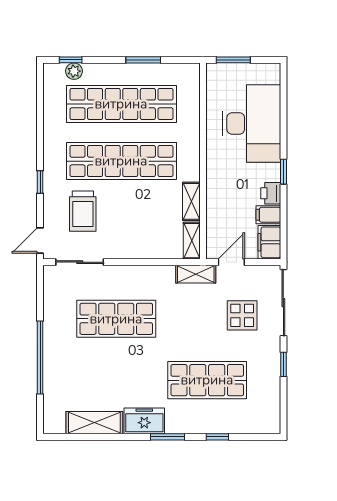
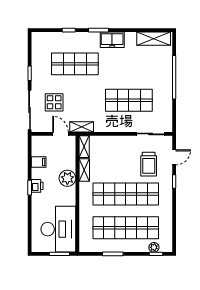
desk: (251, 123) -> (58, 229), moved, turned 180
plant: (220, 188) -> (67, 178), added
printer: (271, 193) -> (37, 186), moved
trolley: (83, 211) -> (149, 164), turned 180
door: (40, 240) -> (174, 157), moved
filing cabinet: (269, 242) -> (38, 146), removed
door: (231, 262) -> (61, 134), swing flipped
shelving: (94, 423) -> (154, 39), moved

